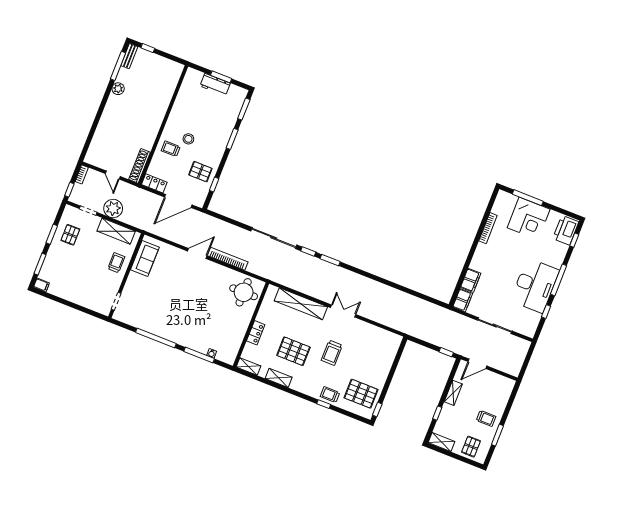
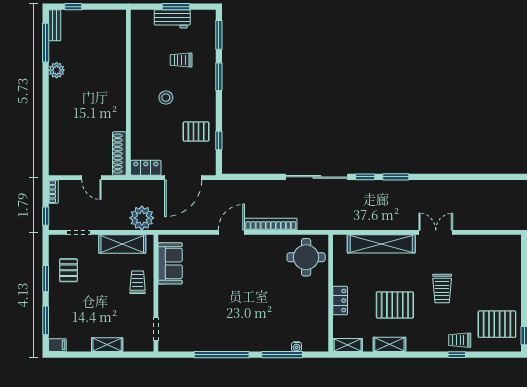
trolley: (171, 149) -> (181, 60), moved
plant: (113, 209) -> (142, 218), moved
shelving: (77, 299) -> (107, 345), added

